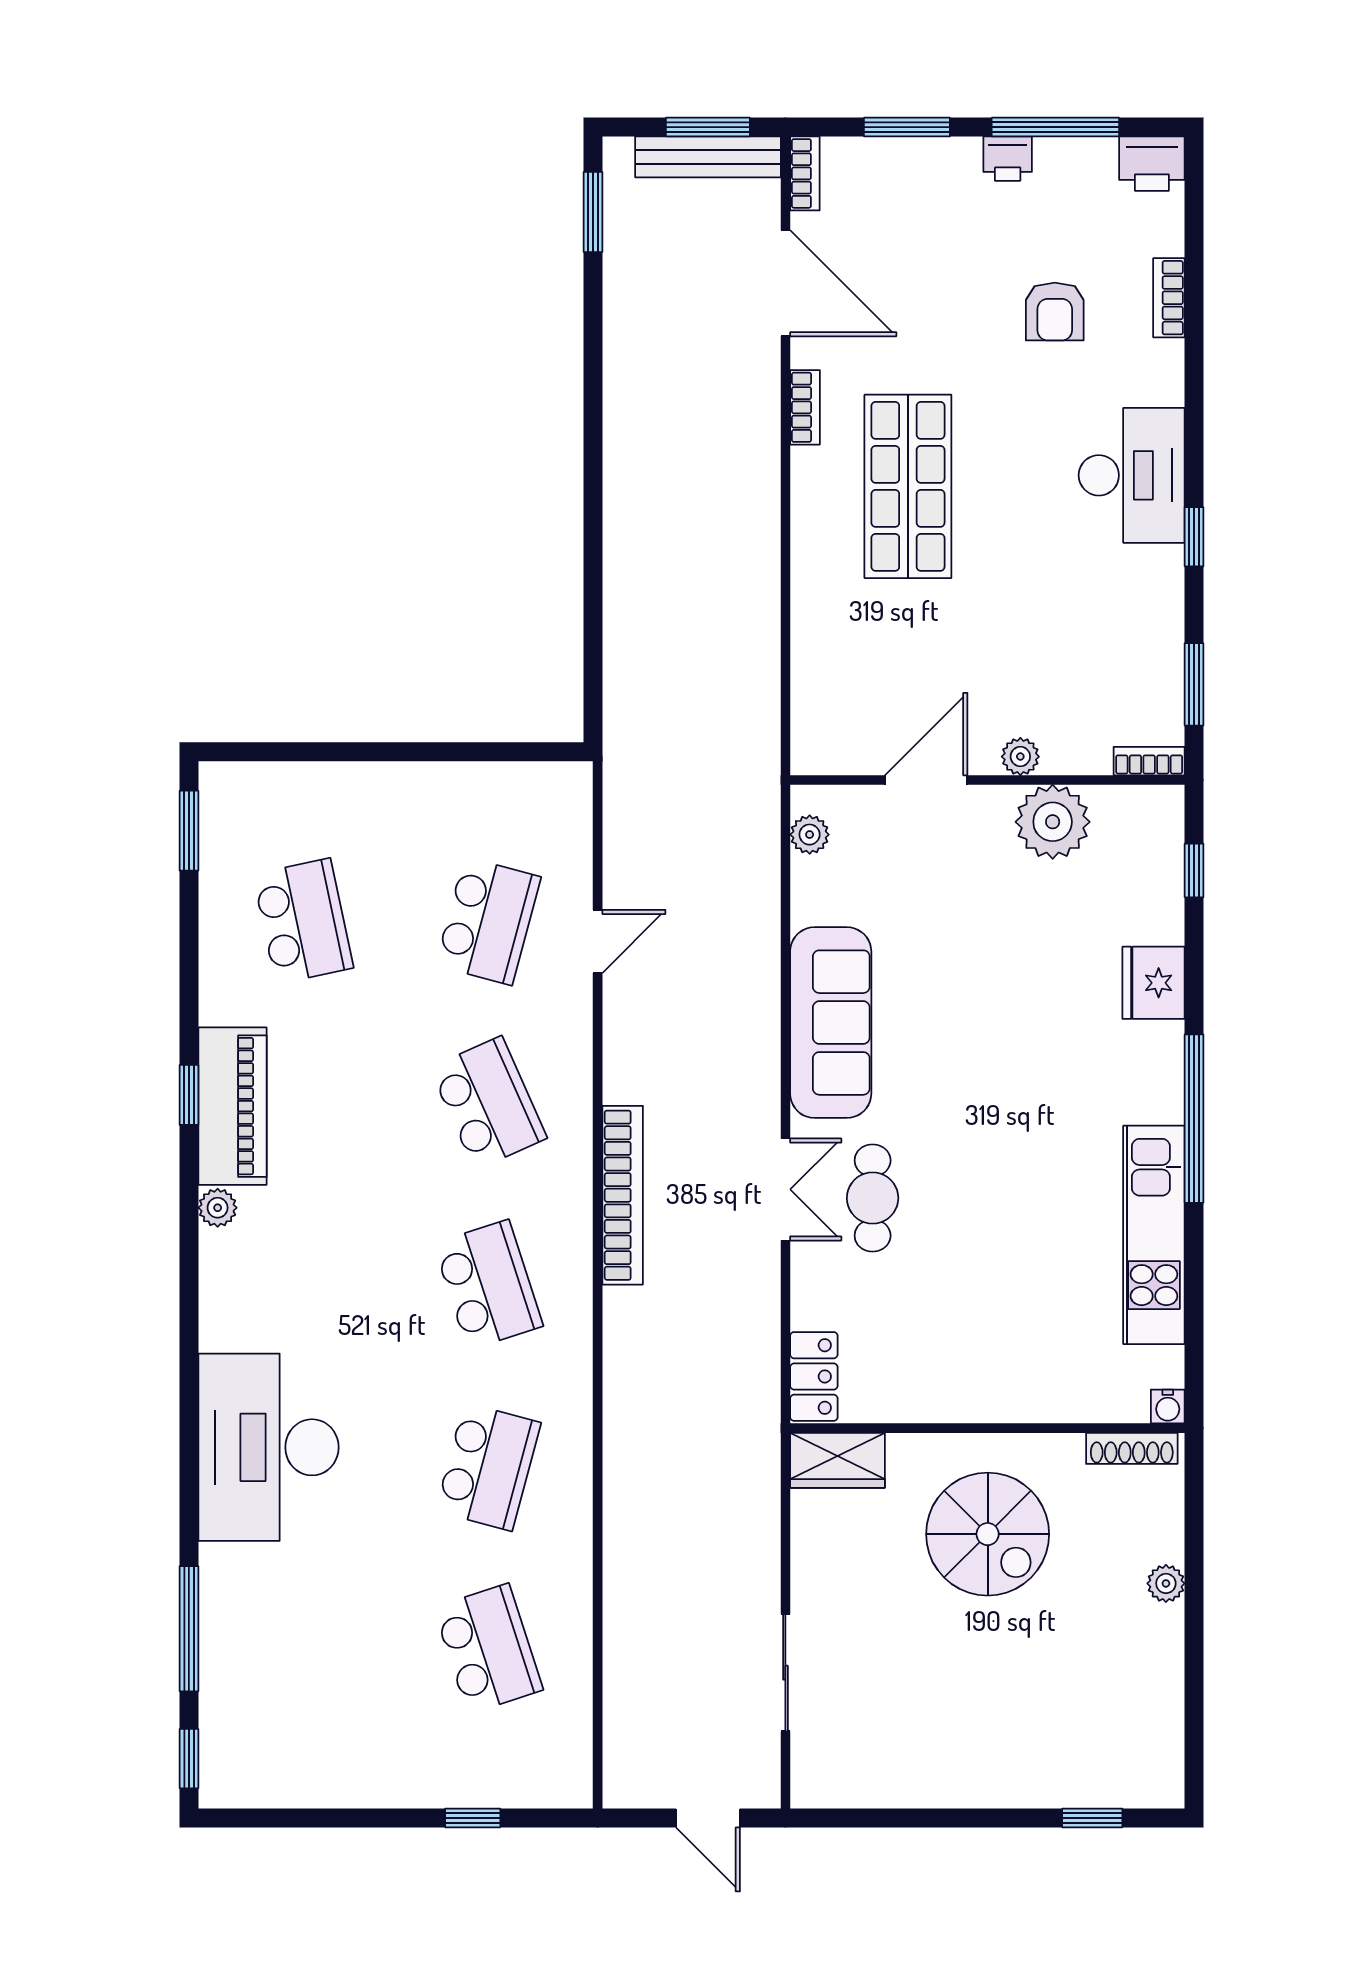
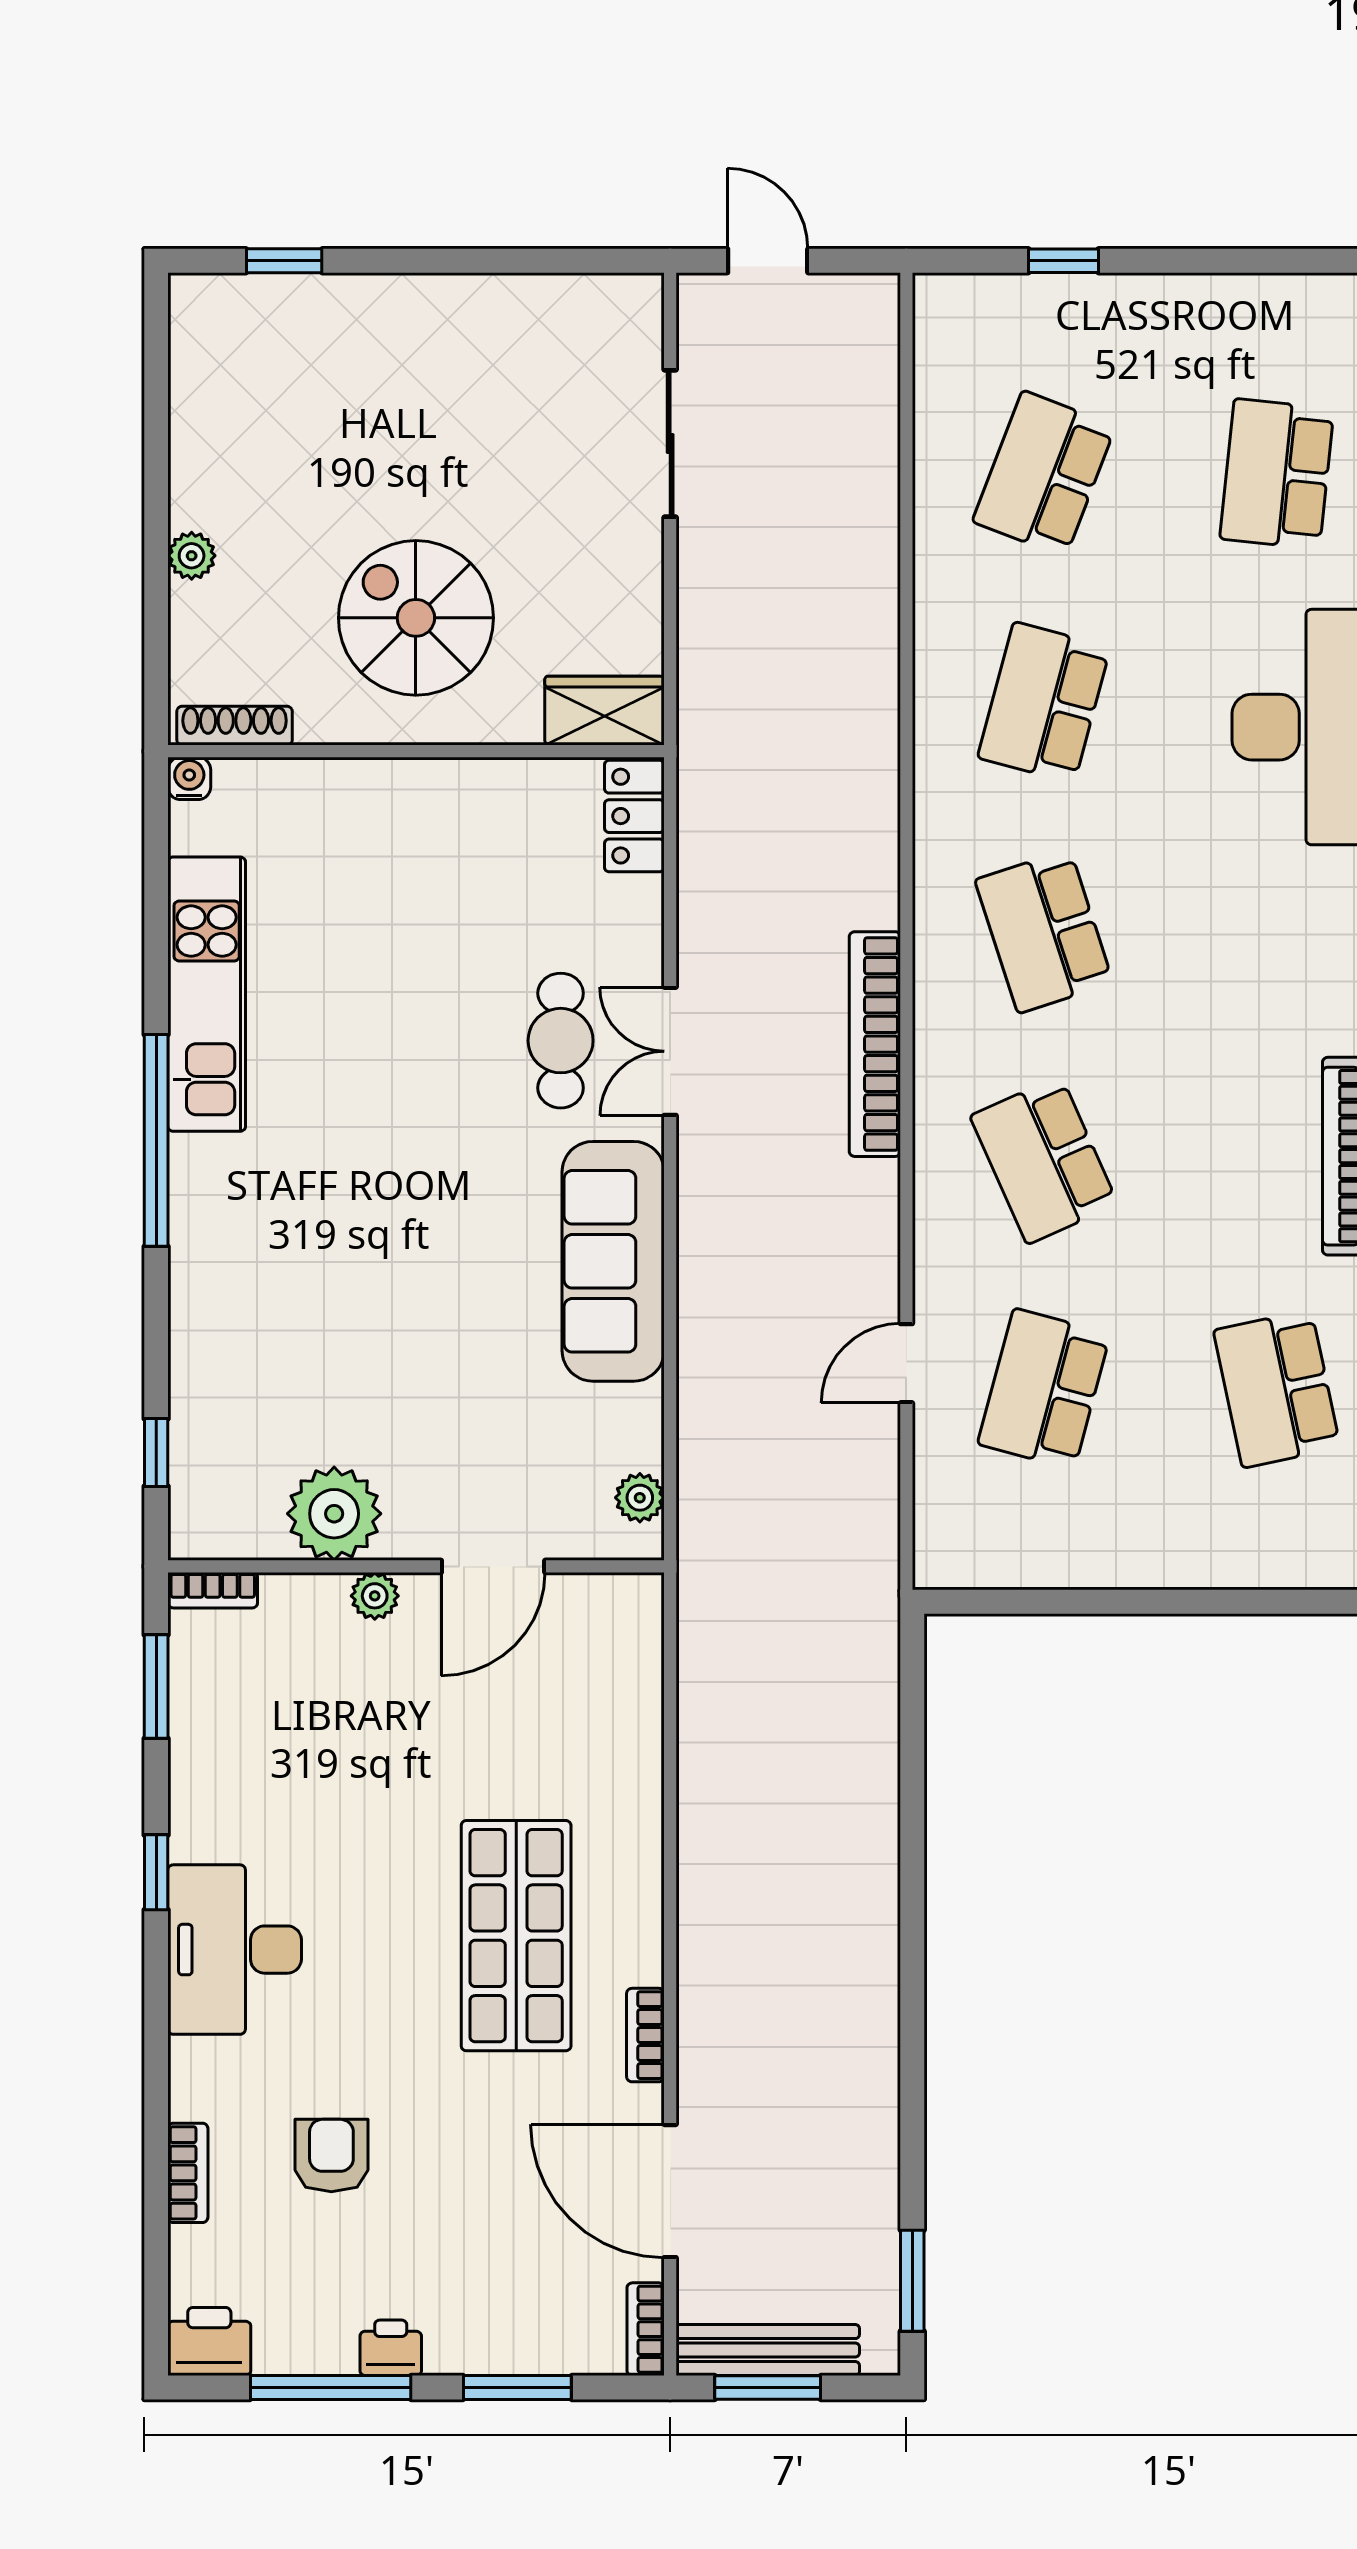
fridge: (1154, 983) -> (207, 1311), removed
school desk: (303, 1649) -> (1277, 474), added
school desk: (488, 1649) -> (1044, 474), turned 39

